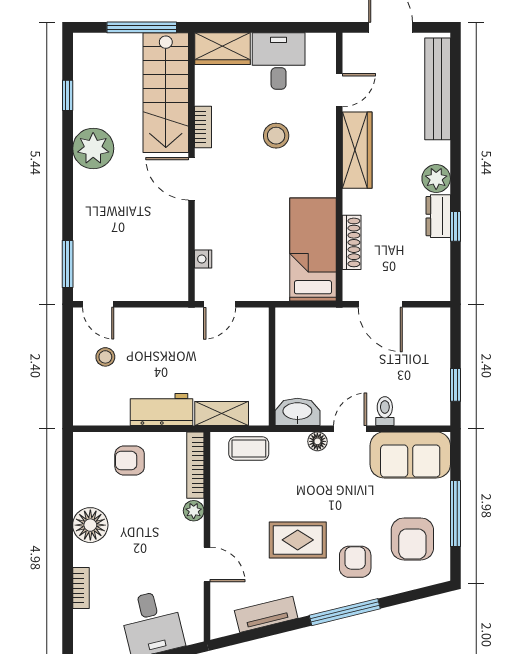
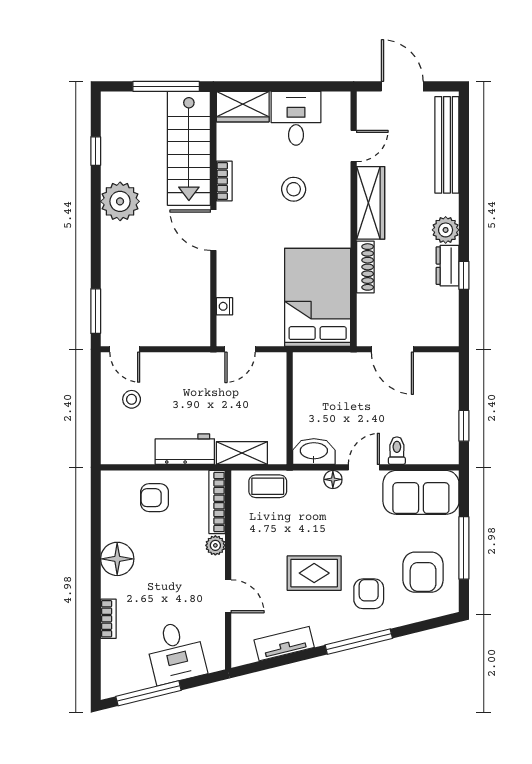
shoe rack: (352, 242) -> (365, 267), moved
bed: (313, 250) -> (318, 297), width x1.50

